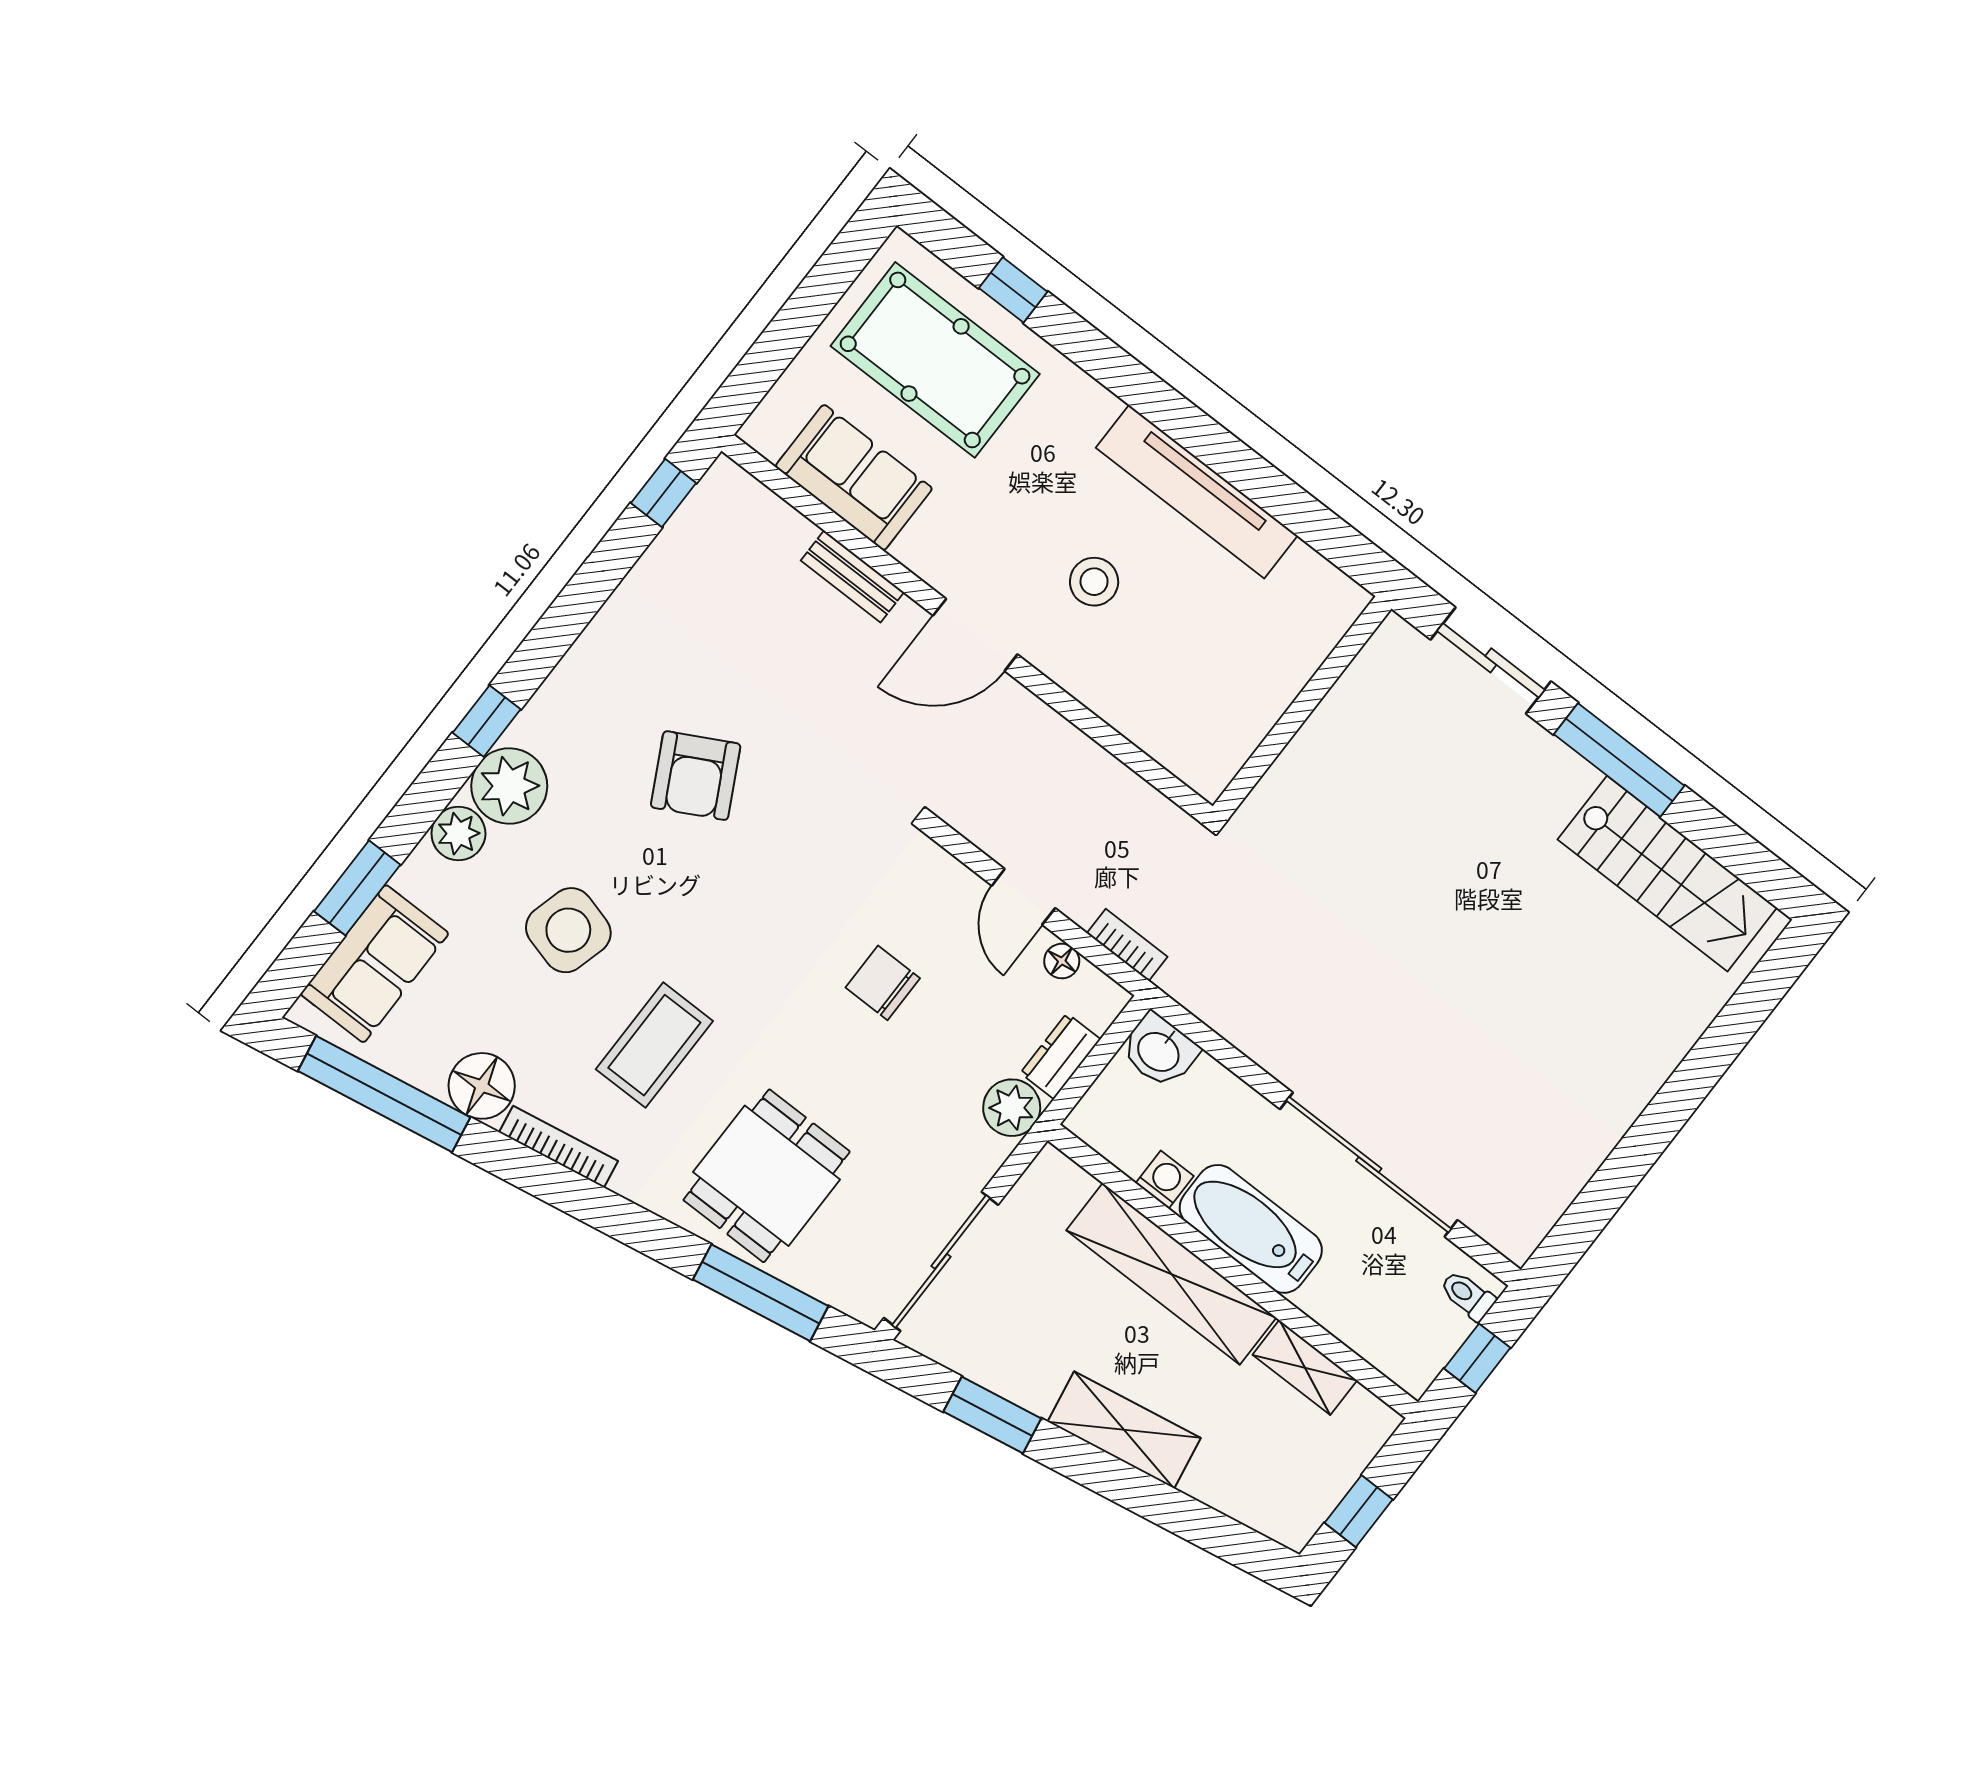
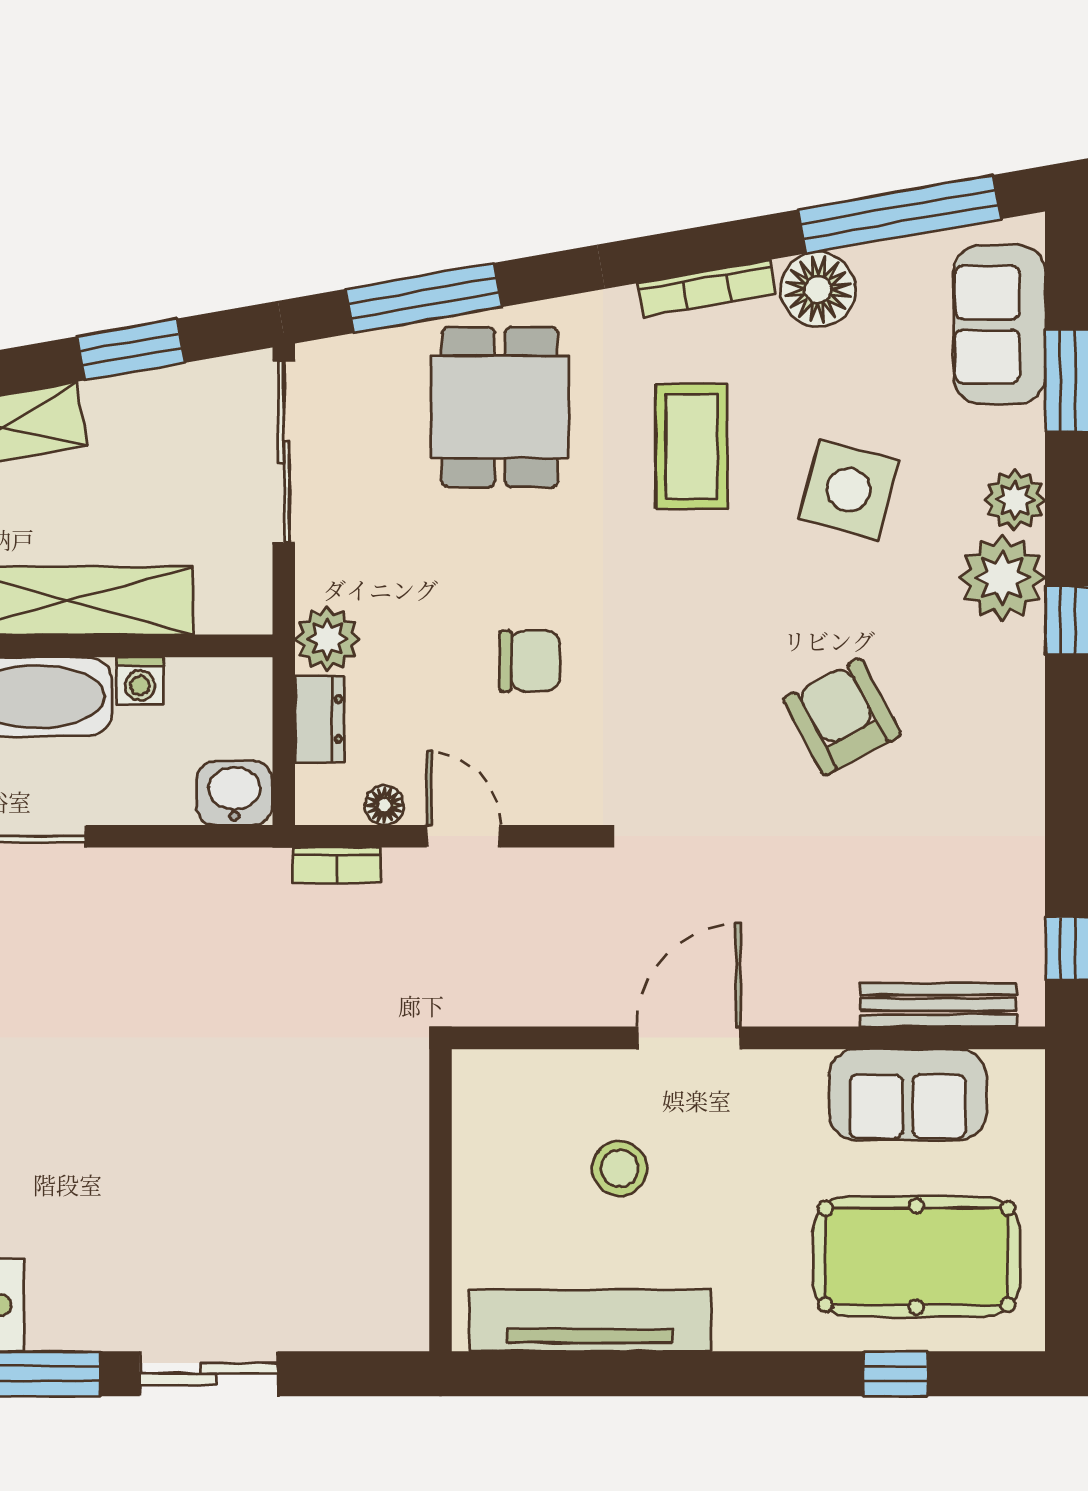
bench: (852, 576) -> (938, 1005), moved, width x1.36
wall: (1302, 707) -> (440, 1200), moved

